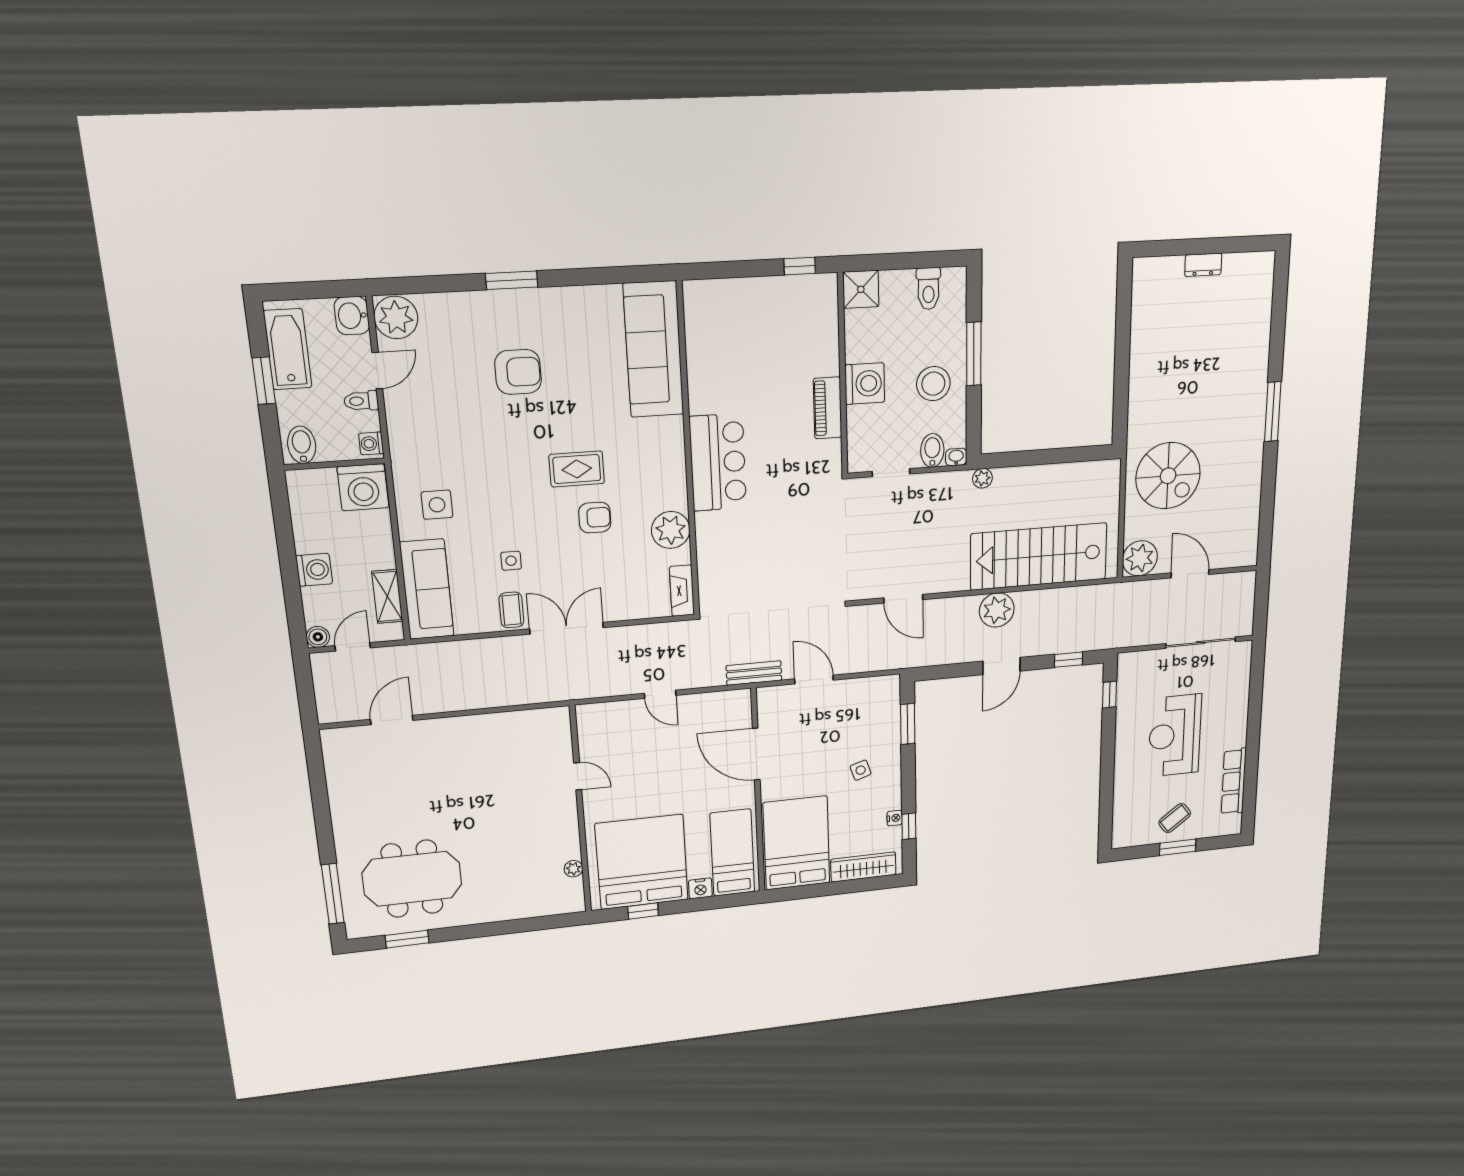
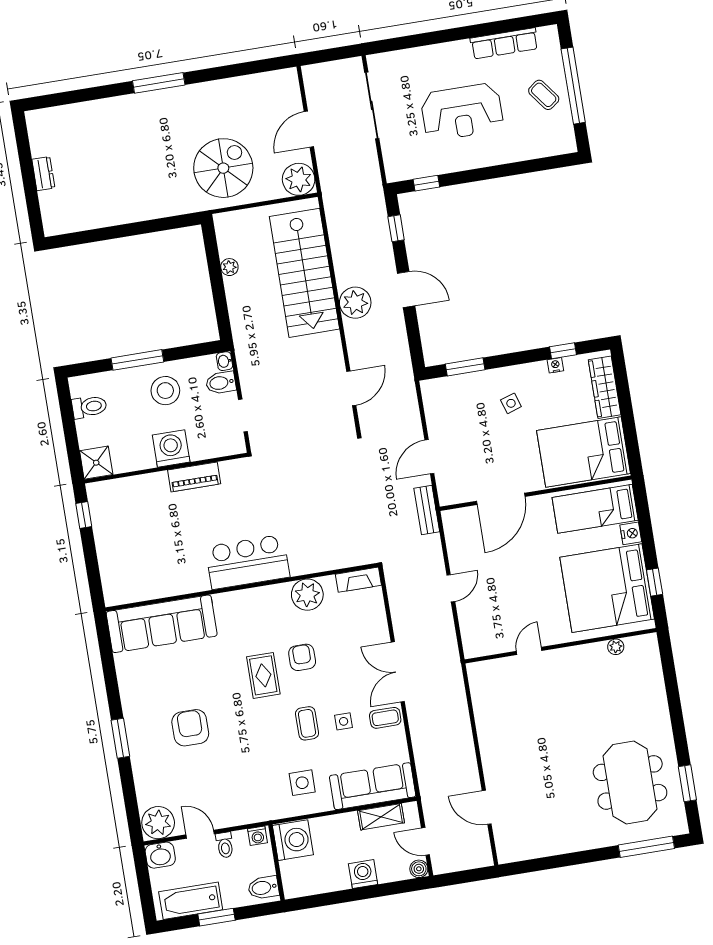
plant: (982, 478) -> (229, 267), moved
coffee table: (512, 517) -> (307, 723), added
window: (1178, 847) -> (573, 86), width x2.11

